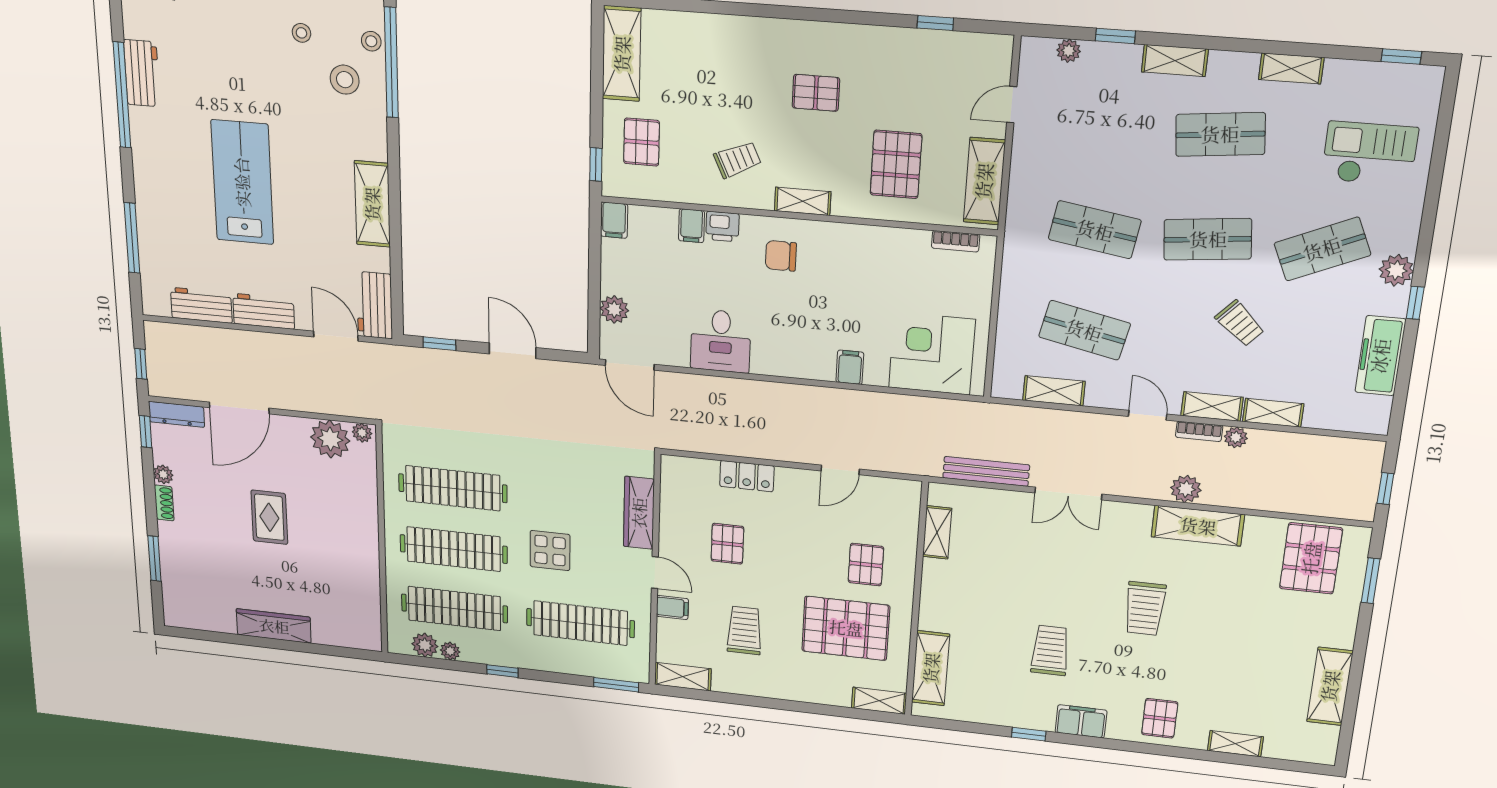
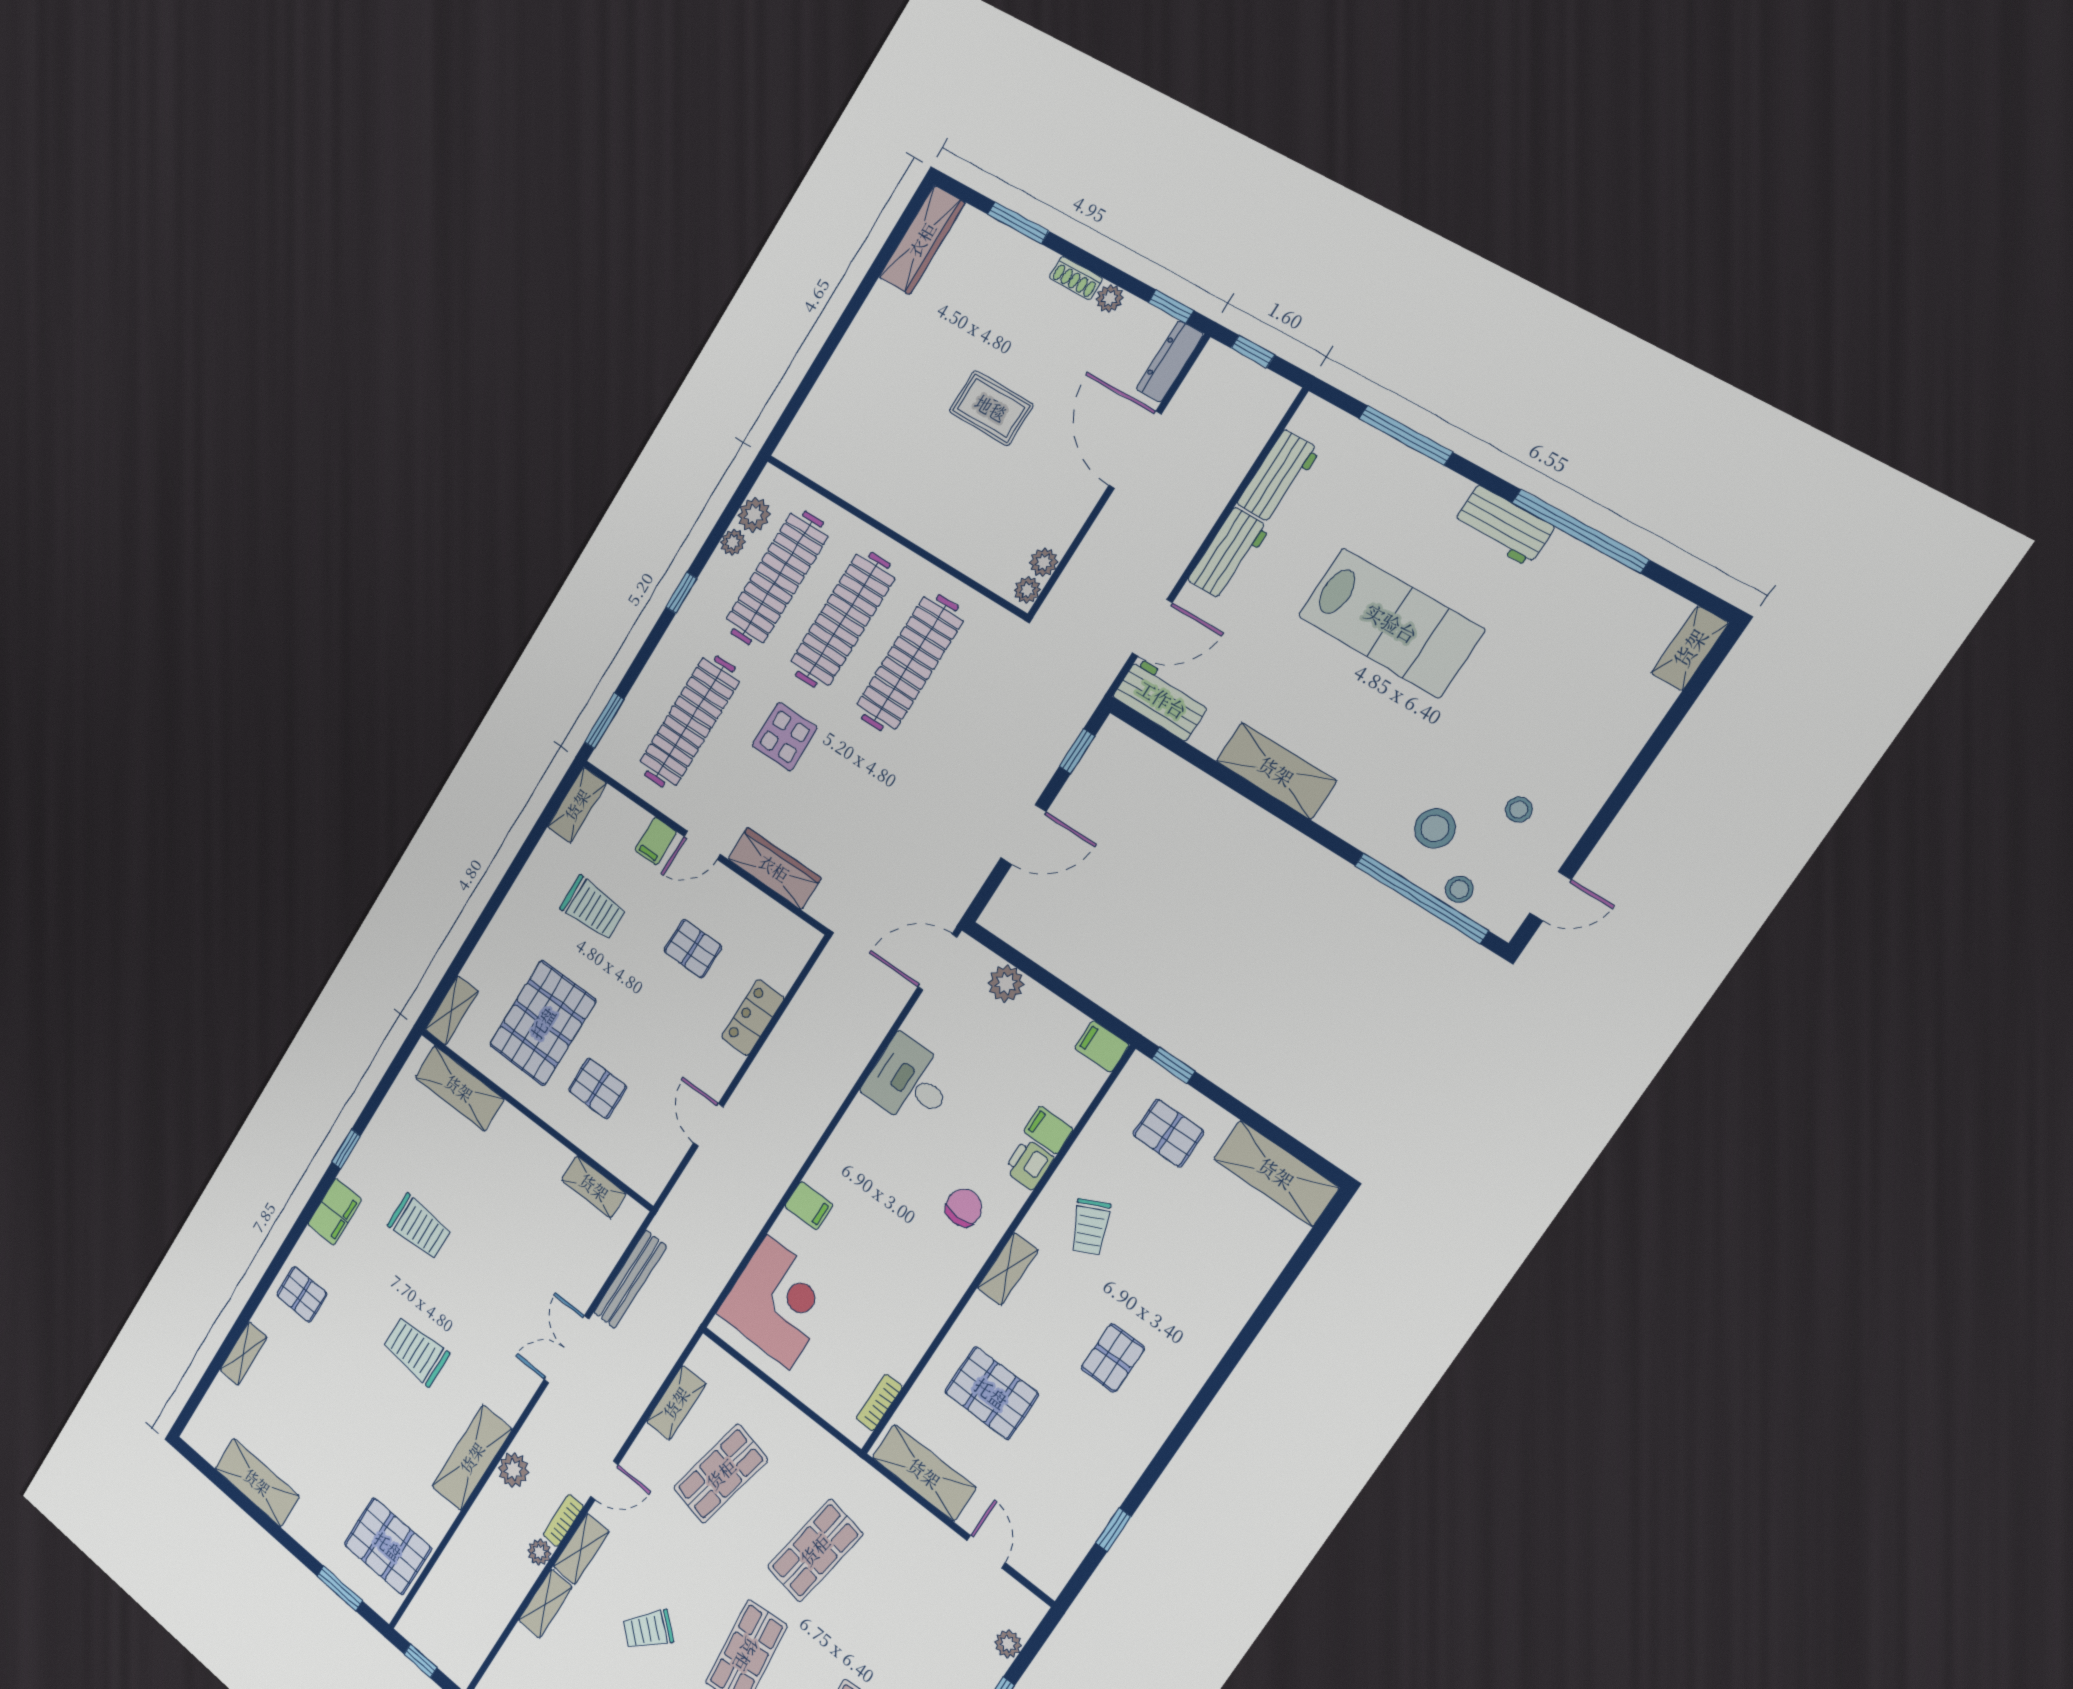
workbench: (142, 73) -> (1503, 526), moved
plant: (330, 439) -> (1044, 562), width x0.53, depth x0.53
wardrobe: (274, 626) -> (922, 240), moved

